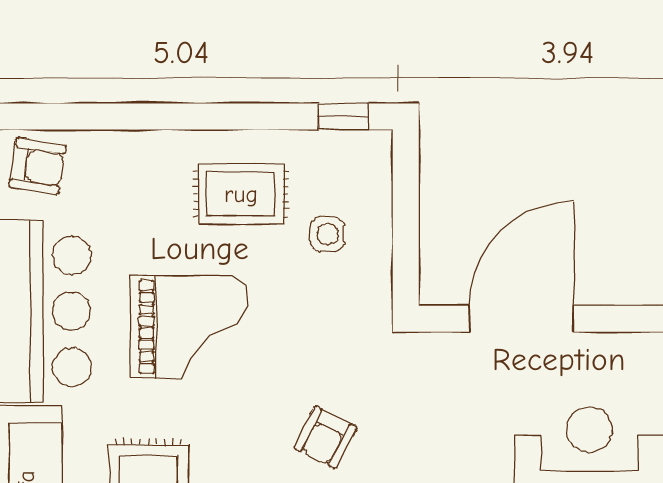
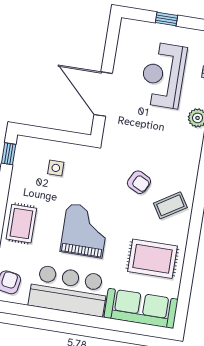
rug: (241, 194) -> (21, 224), moved

